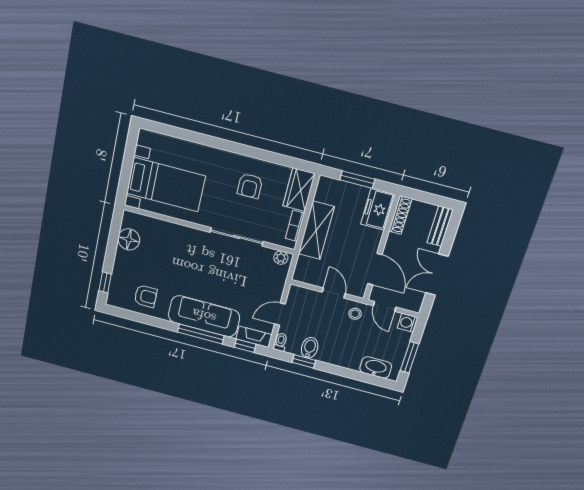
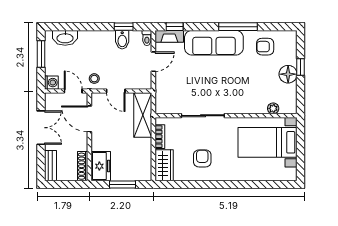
shelving: (316, 230) -> (143, 115), moved
floor lamp: (129, 239) -> (288, 74), moved
plant: (281, 258) -> (273, 108), moved
window: (105, 282) -> (301, 67), moved
window: (201, 334) -> (238, 27), moved

